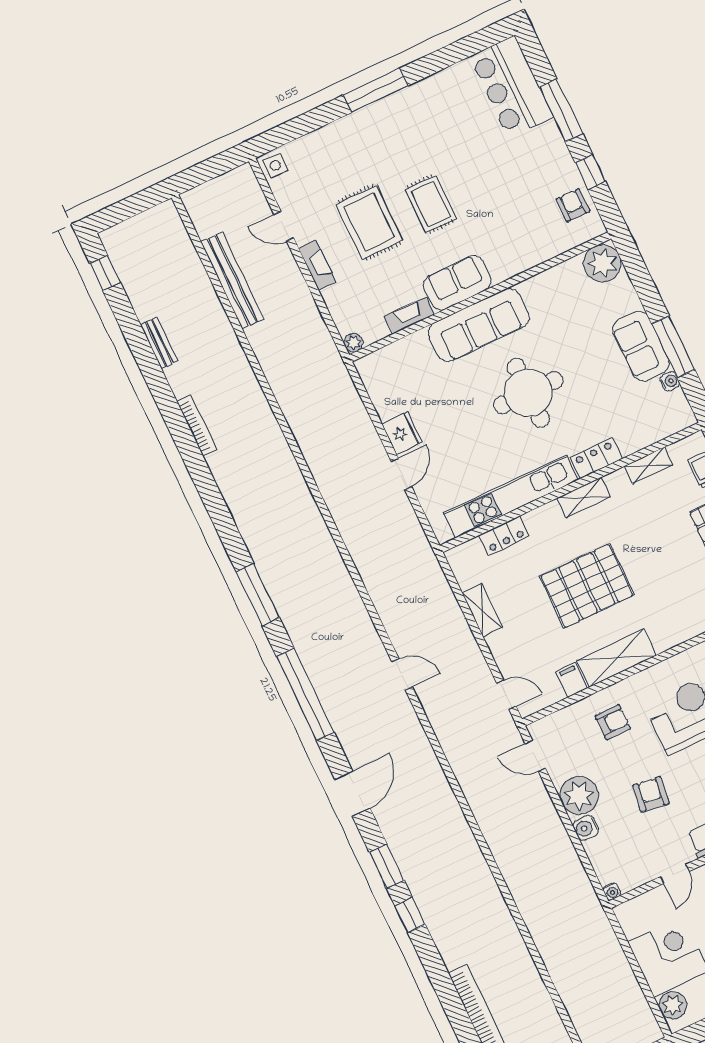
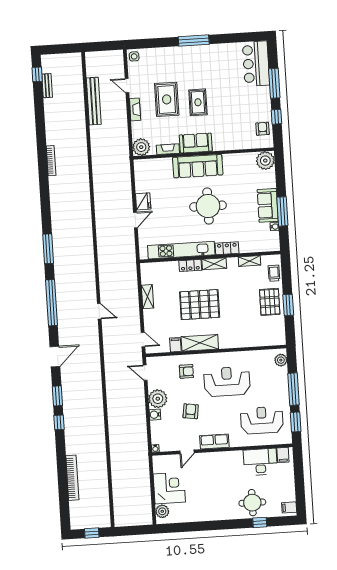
bench: (159, 343) -> (47, 86), moved
plant: (353, 343) -> (141, 147), width x1.87, depth x1.87
locker: (504, 536) -> (190, 265), moved

